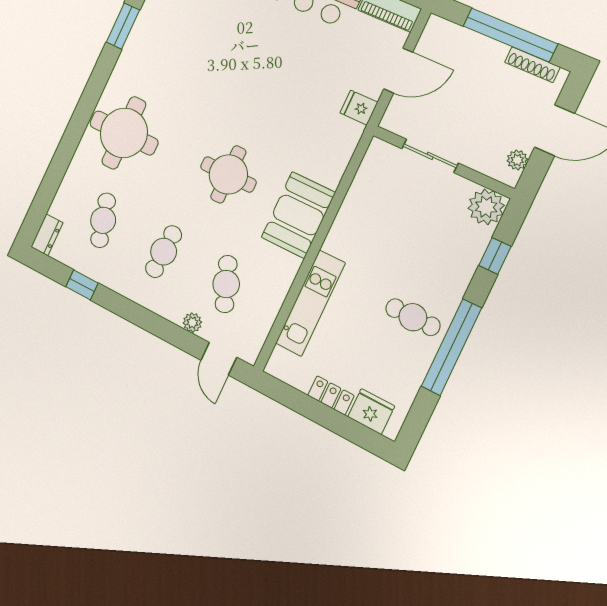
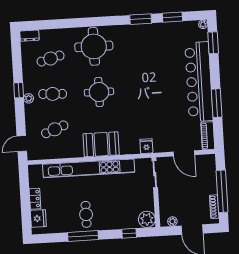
fridge: (359, 108) -> (146, 146), moved
sliding door: (430, 156) -> (155, 174), moved
round table: (228, 174) -> (99, 92), moved
window: (82, 285) -> (19, 90), moved
kitchen unit: (310, 303) -> (89, 168), width x1.86
plant: (192, 323) -> (29, 98), moved
window: (451, 347) -> (83, 236), width x0.68

